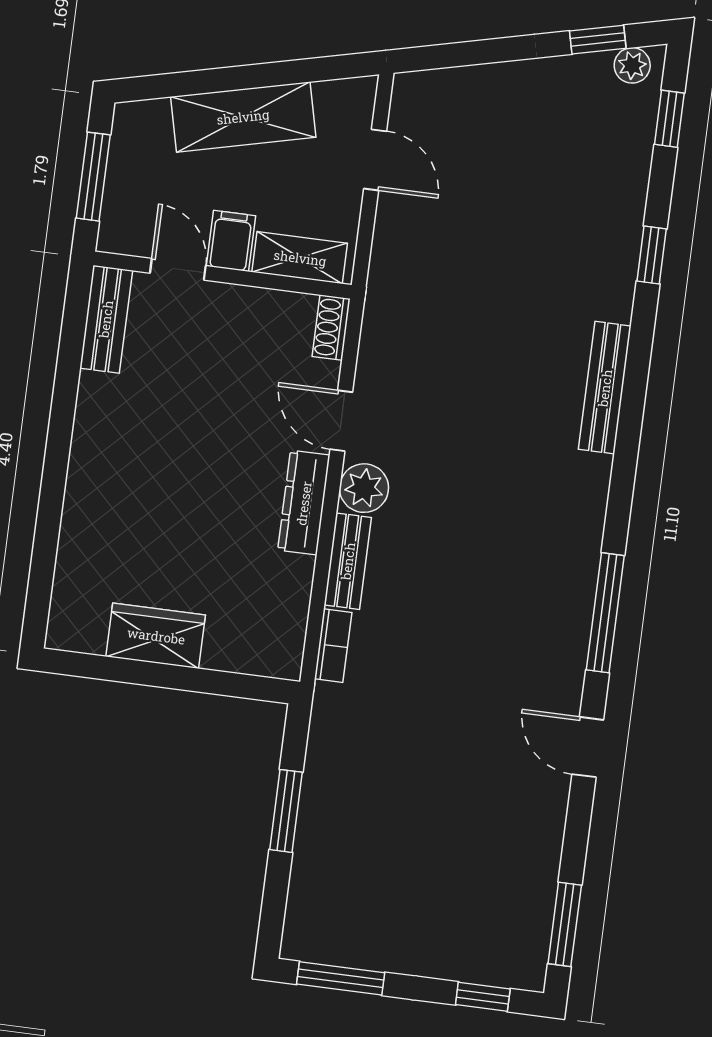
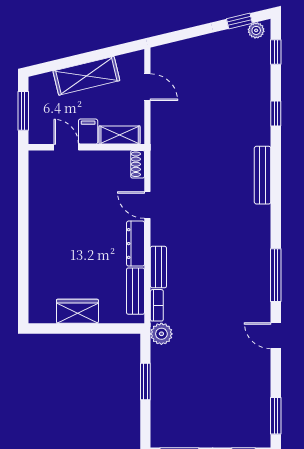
bench: (106, 319) -> (135, 291), moved
plant: (364, 488) -> (161, 334), moved

